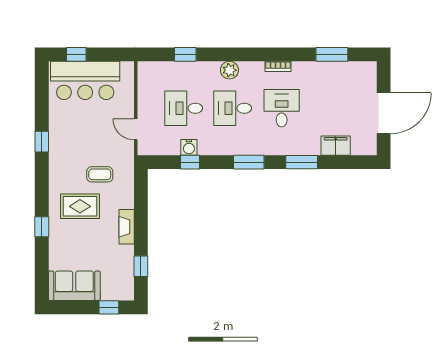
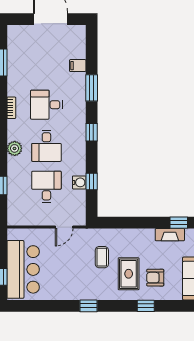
desk: (184, 108) -> (46, 187), turned 180
window: (42, 142) -> (88, 306), moved
filing cabinet: (336, 146) -> (78, 66), width x0.50
window: (249, 162) -> (92, 132), width x0.67
fireplace: (127, 227) -> (170, 235), moved
armchair: (75, 238) -> (155, 278), added

